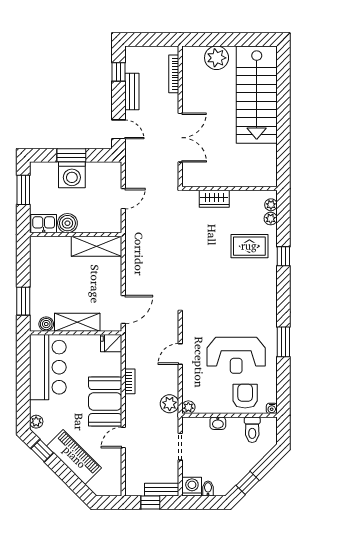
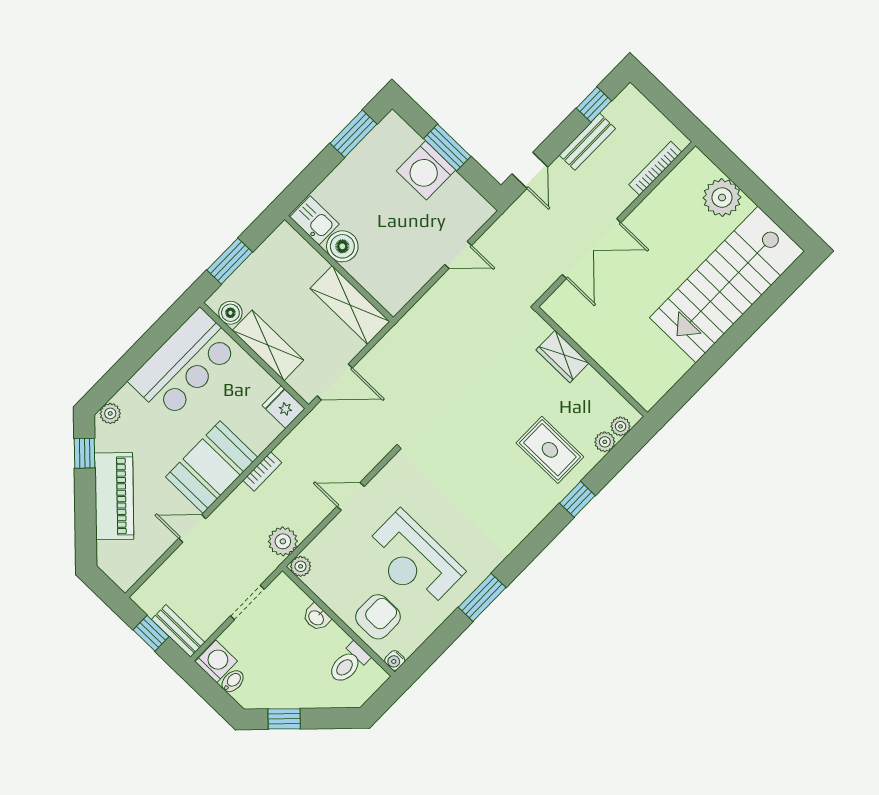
boiler: (67, 223) -> (342, 246), moved
kitchen sink: (44, 224) -> (315, 220), moved
wall: (76, 235) -> (339, 268), moved
shelving: (96, 246) -> (350, 305), moved

